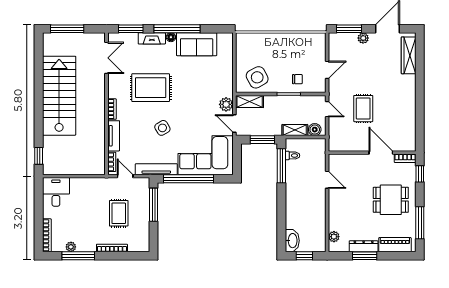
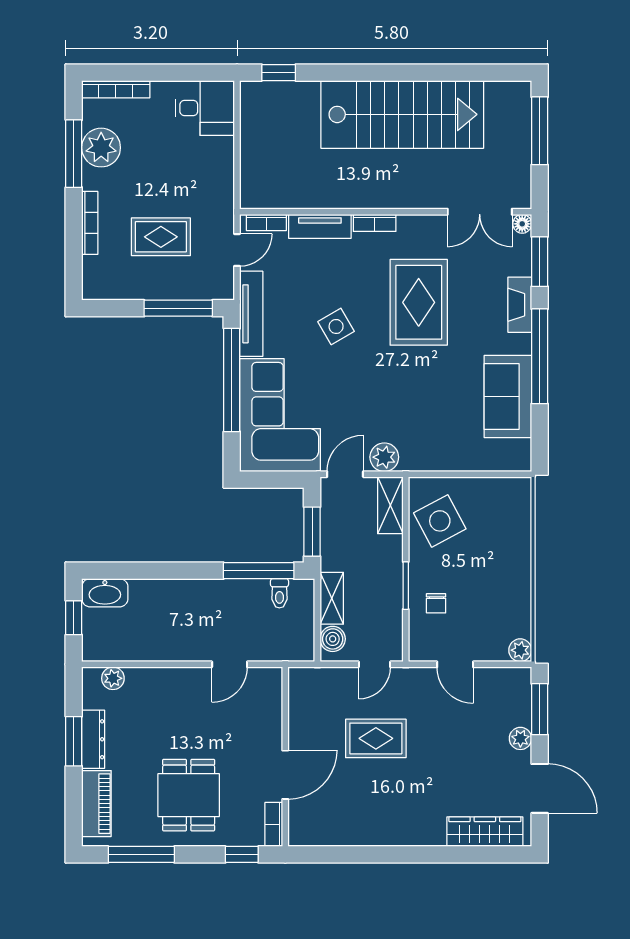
floor lamp: (171, 37) -> (522, 224), moved
plant: (320, 38) -> (520, 650), added
plant: (71, 247) -> (101, 148), width x1.88, depth x1.88

